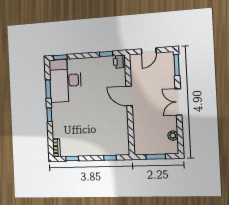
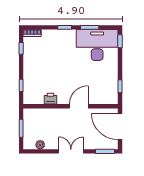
door: (149, 51) -> (120, 127), width x1.87
printer: (119, 62) -> (50, 99), moved

